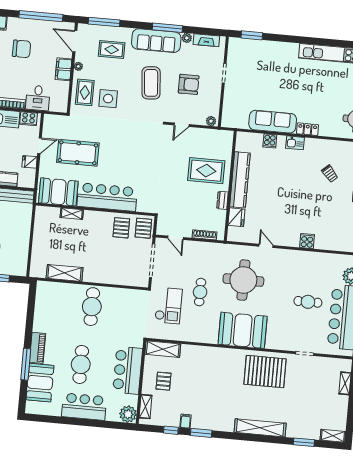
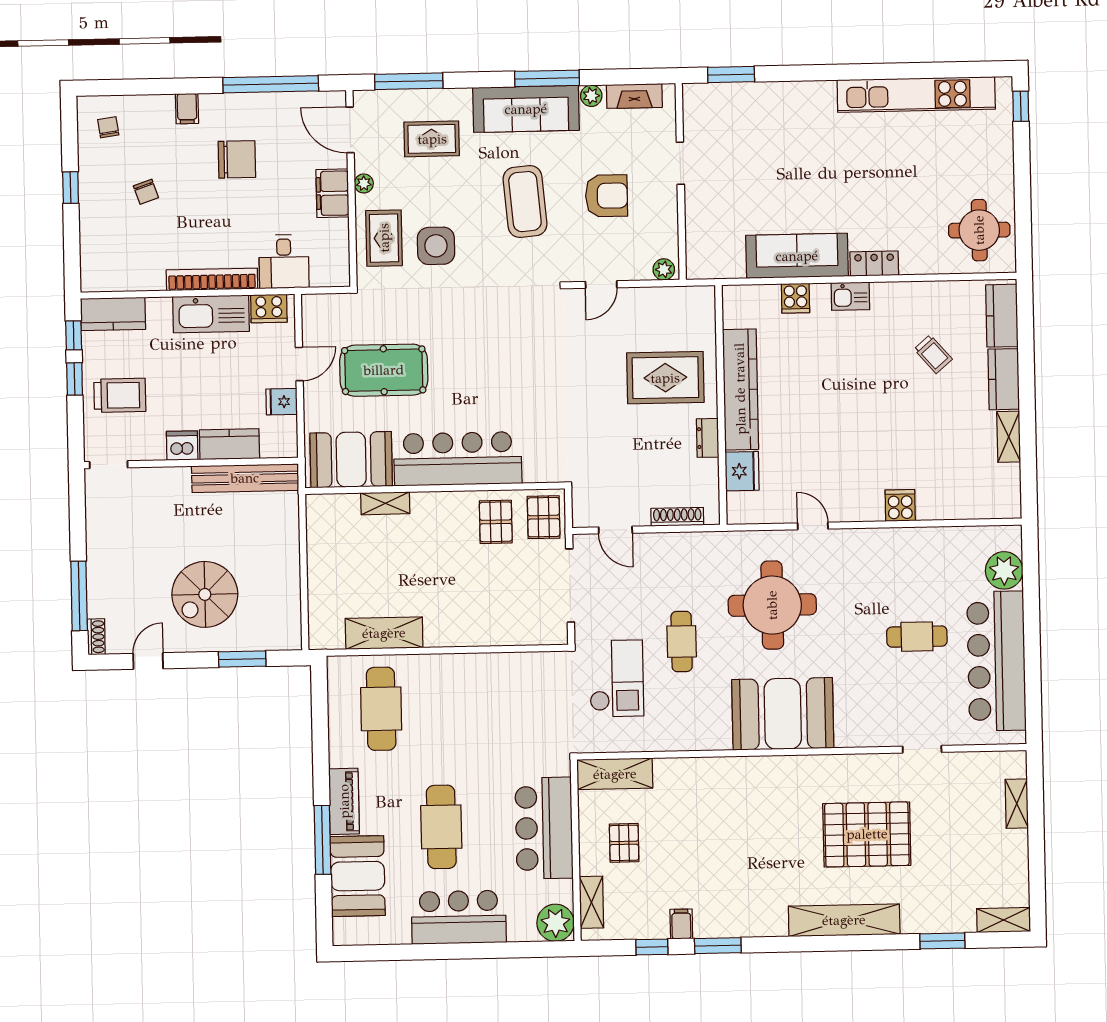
cafe table: (92, 307) -> (381, 709), moved
pallet: (265, 372) -> (867, 834), moved

